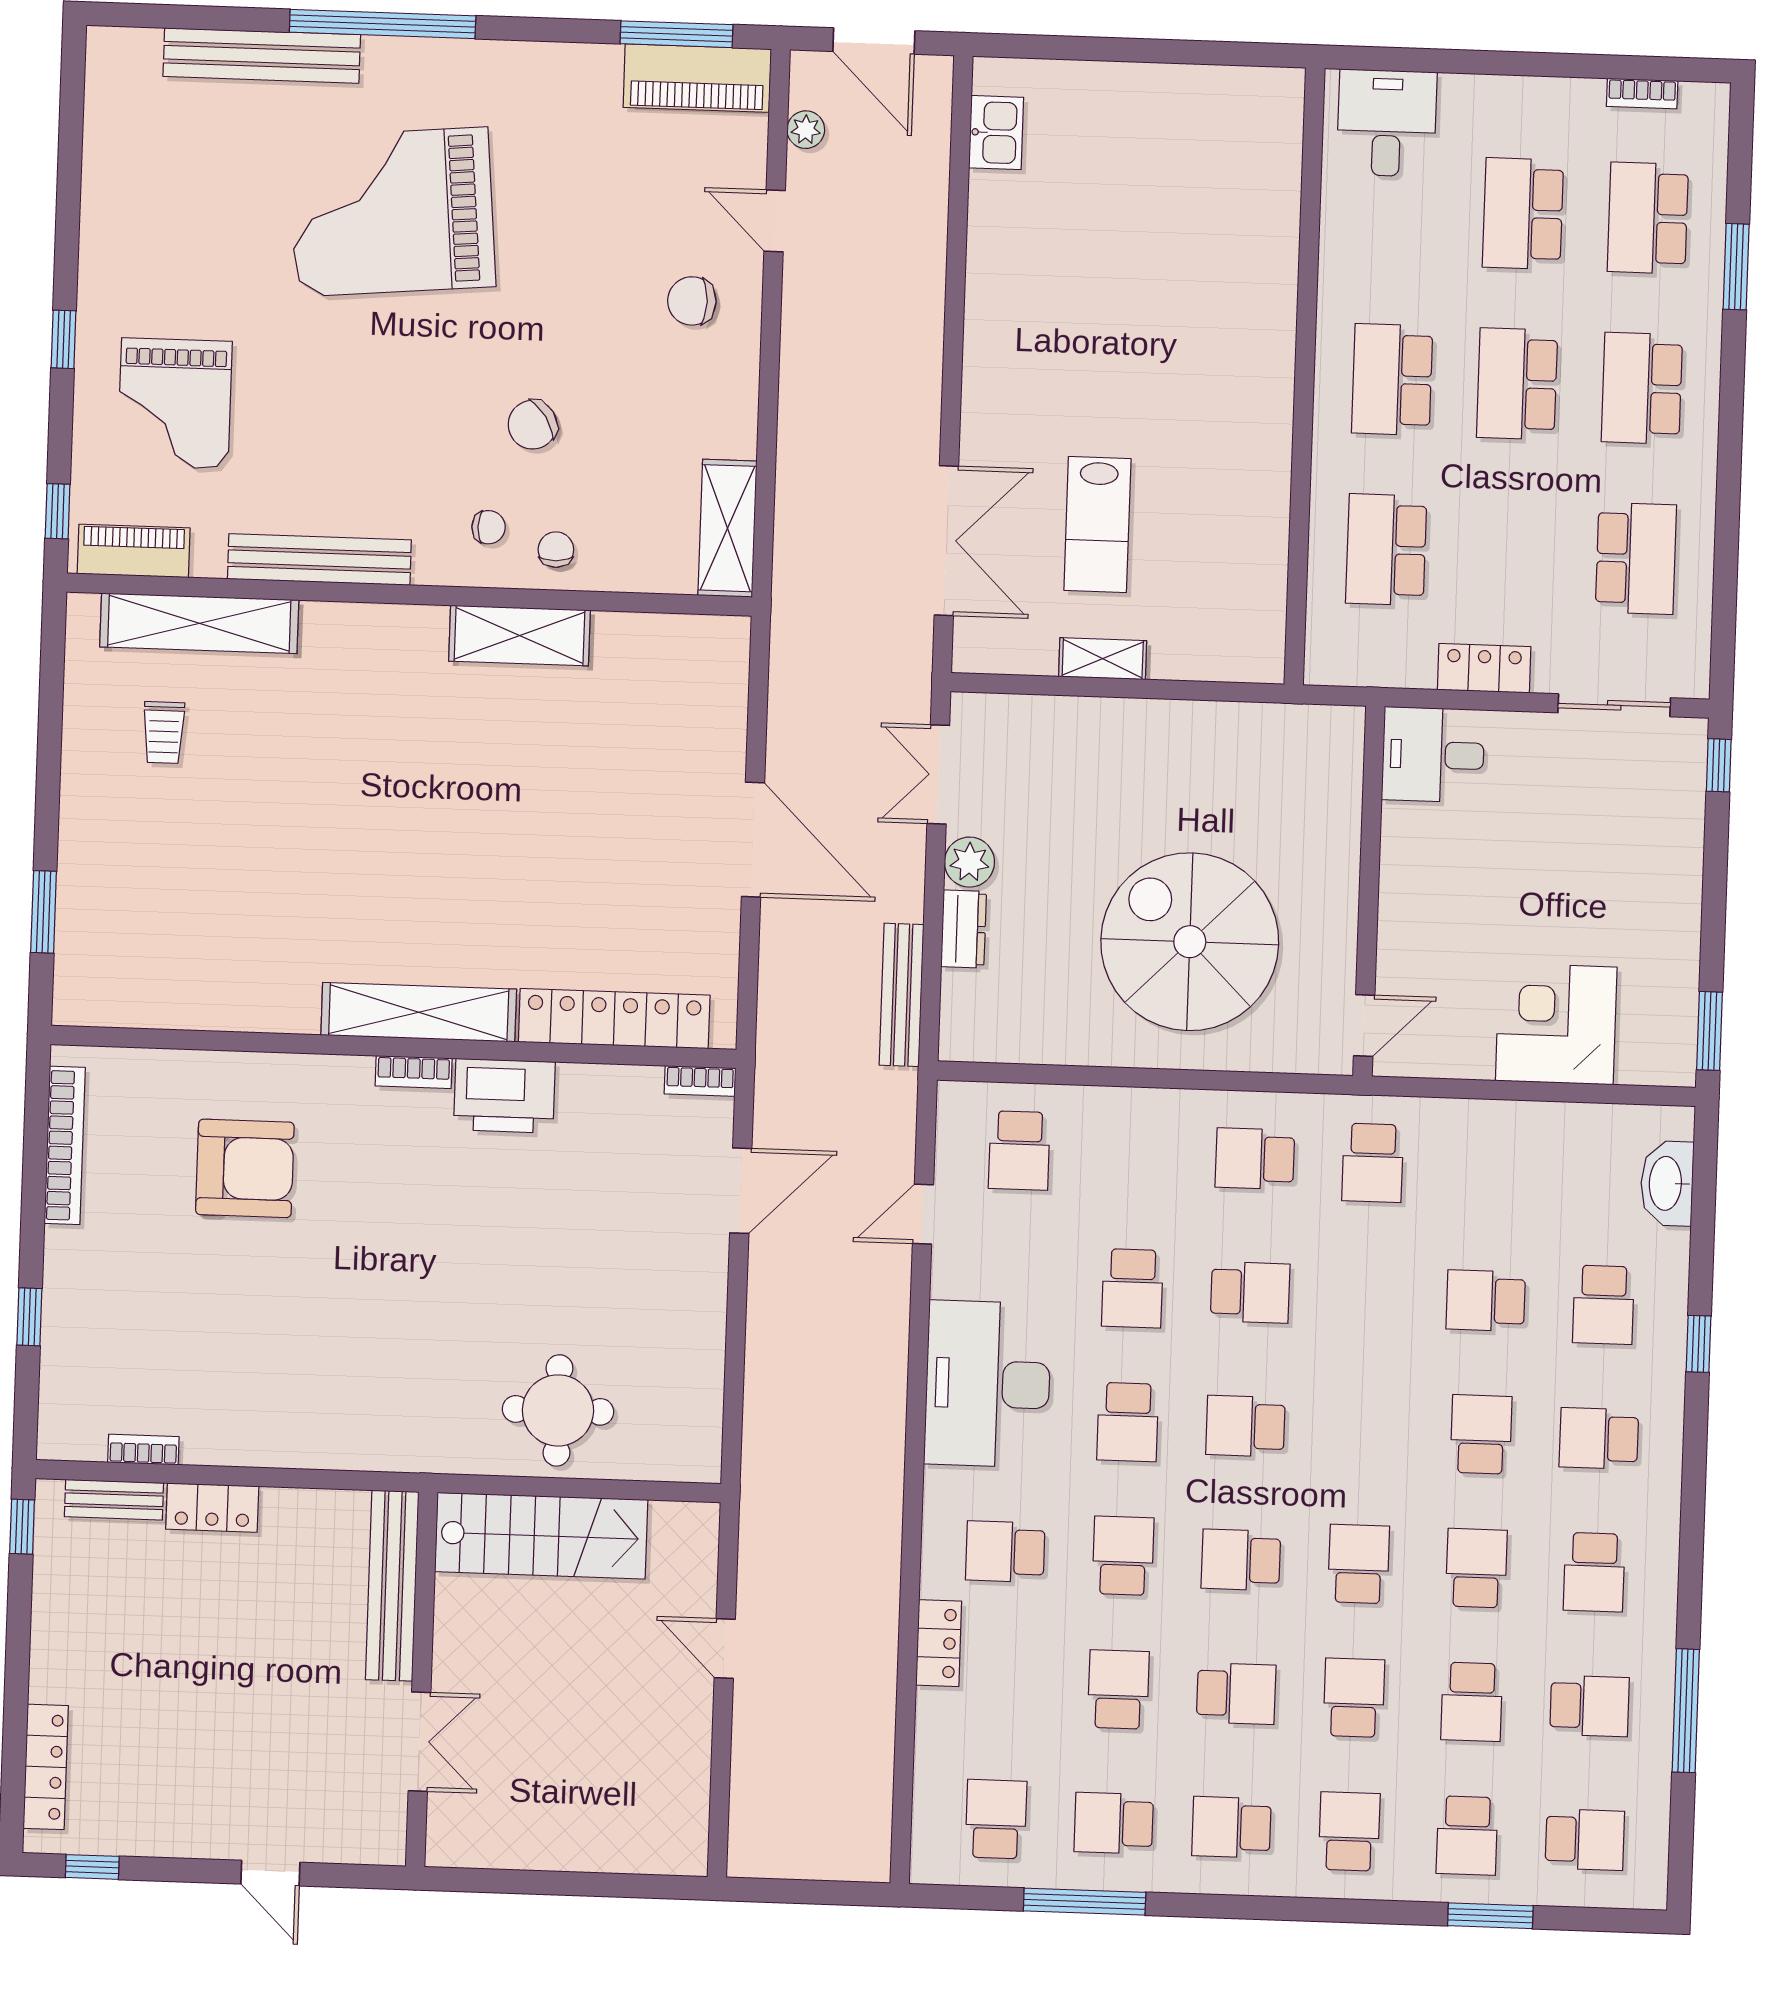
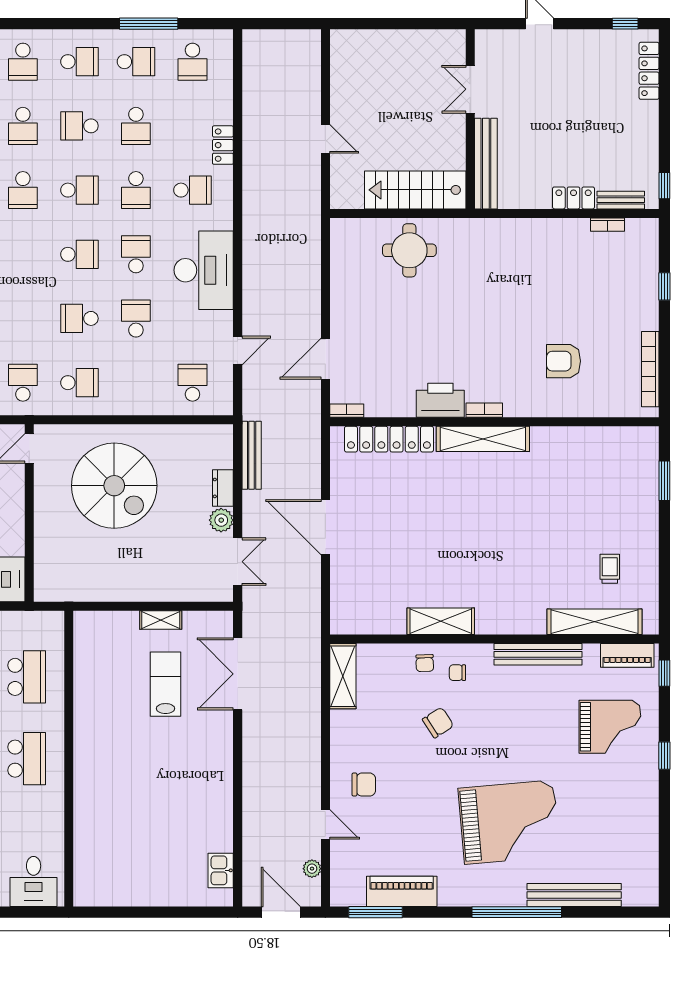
piano: (697, 78) -> (402, 891), moved
grand piano: (175, 403) -> (610, 727), turned 90
armchair: (245, 1168) -> (564, 361), width x0.73, depth x0.73

